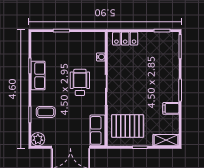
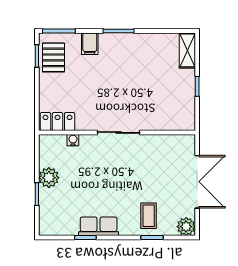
plant: (73, 39) -> (49, 178), added
locker: (125, 39) -> (58, 122), moved, turned -90
wheelchair: (80, 82) -> (108, 169), removed
filing cabinet: (171, 108) -> (90, 44), moved
pallet: (128, 126) -> (53, 57), moved, width x0.67, depth x0.71
row of seats: (98, 130) -> (174, 144), removed

